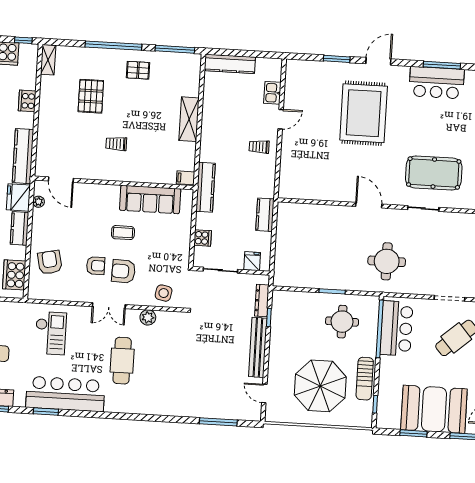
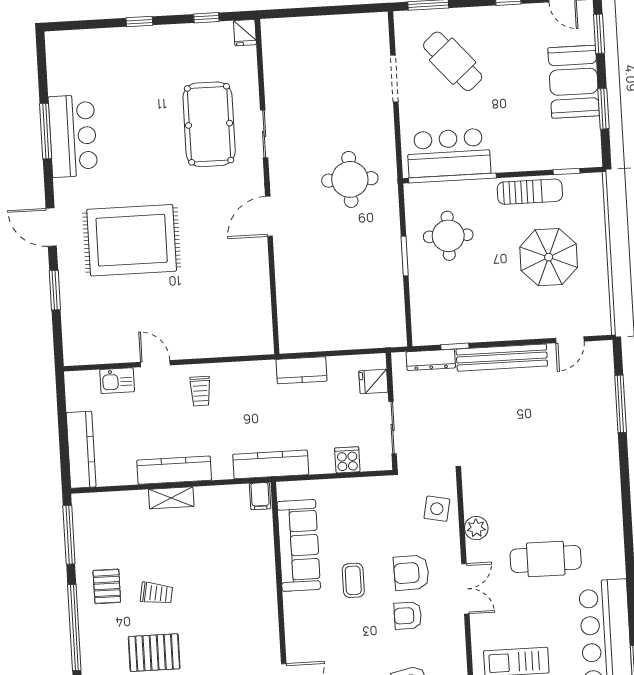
shelving: (189, 119) -> (171, 498), width x0.67, depth x0.75
kitchen counter: (209, 123) -> (174, 470), added
trolley: (116, 144) -> (156, 593), moved, turned -80
armchair: (96, 266) -> (408, 616), turned -90
armchair: (123, 271) -> (411, 573), turned 87
parasol: (320, 386) -> (549, 257), width x0.73, depth x0.73
booth: (434, 409) -> (574, 82), width x0.73, depth x0.70

